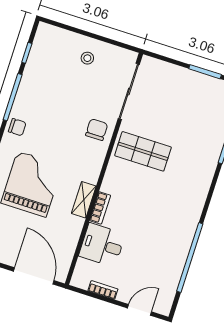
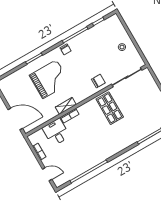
door: (34, 276) -> (15, 119), hinge flipped

